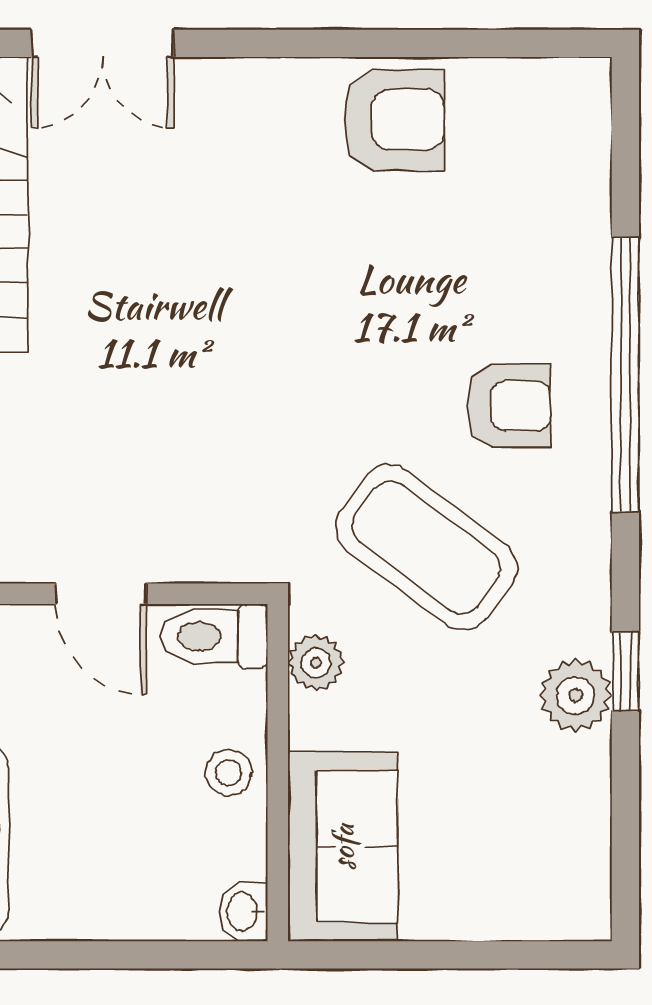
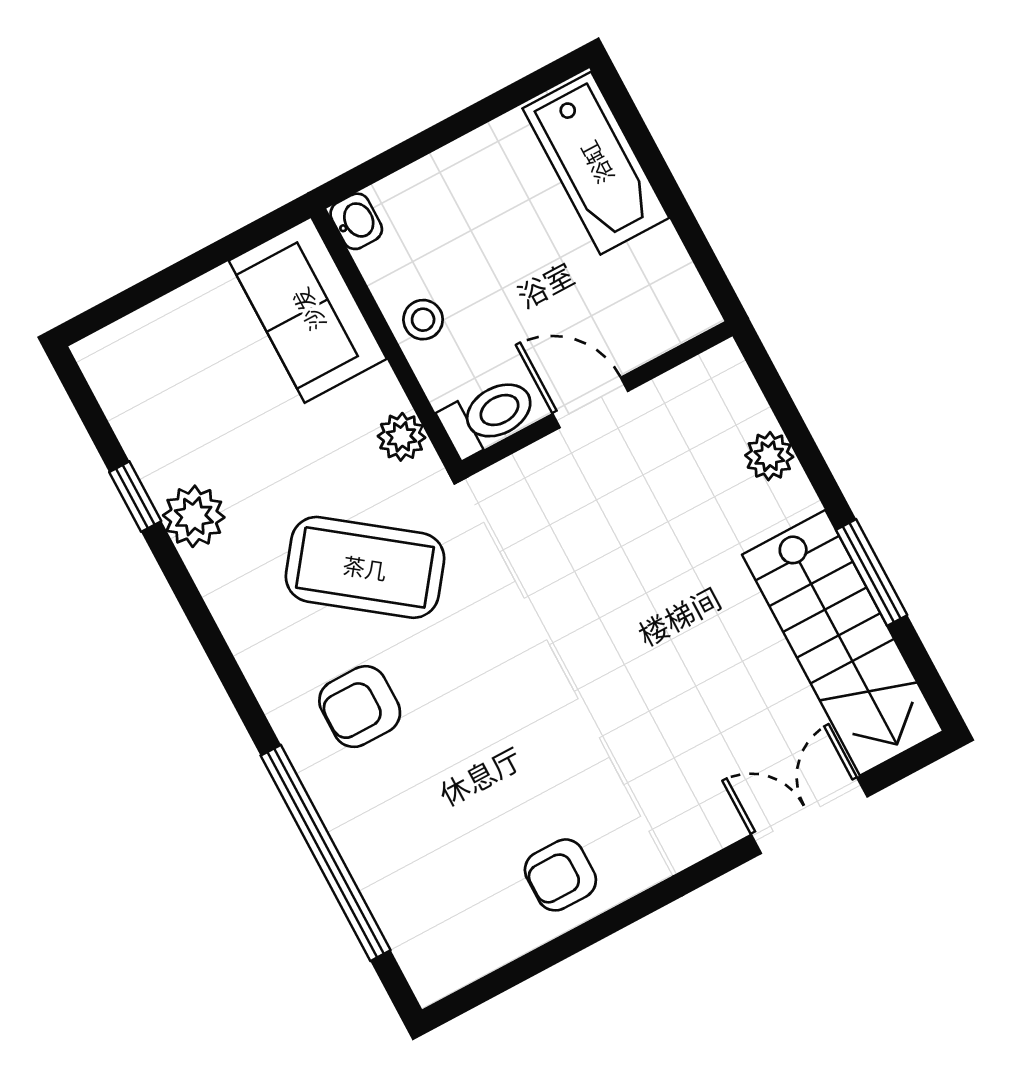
armchair: (394, 120) -> (560, 875), width x0.72, depth x0.72
window: (625, 375) -> (326, 853), moved
window: (625, 671) -> (135, 497), moved

